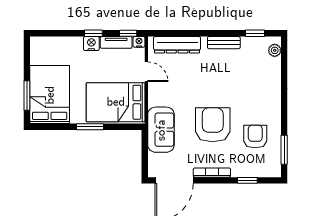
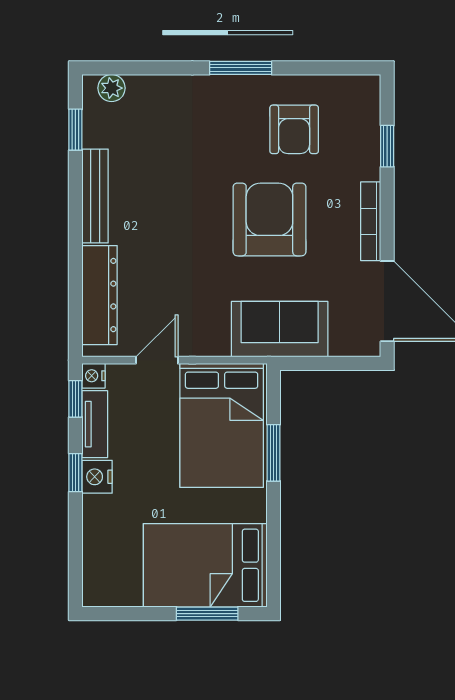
bench: (224, 43) -> (95, 196), width x1.36
armchair: (213, 125) -> (269, 219), turned 90
window: (90, 127) -> (273, 453), moved
armchair: (255, 136) -> (294, 129), turned -90
window: (284, 150) -> (241, 68), moved

